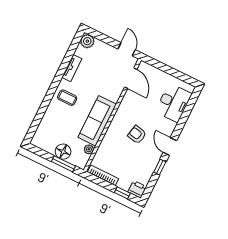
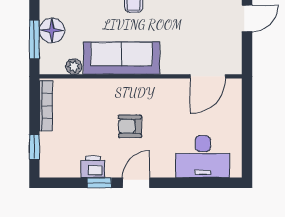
door: (127, 49) -> (247, 18), moved
armchair: (137, 135) -> (130, 126), turned -102
printer: (137, 189) -> (93, 167), moved, turned -90

